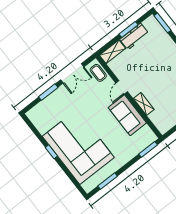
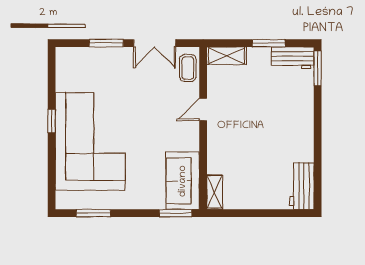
workbench: (134, 37) -> (293, 58), moved
shelving: (144, 104) -> (215, 192), moved
sofa: (127, 115) -> (183, 181), moved

